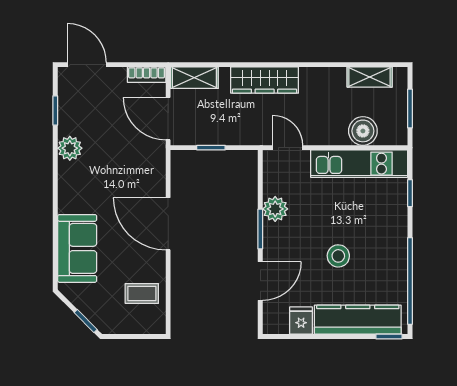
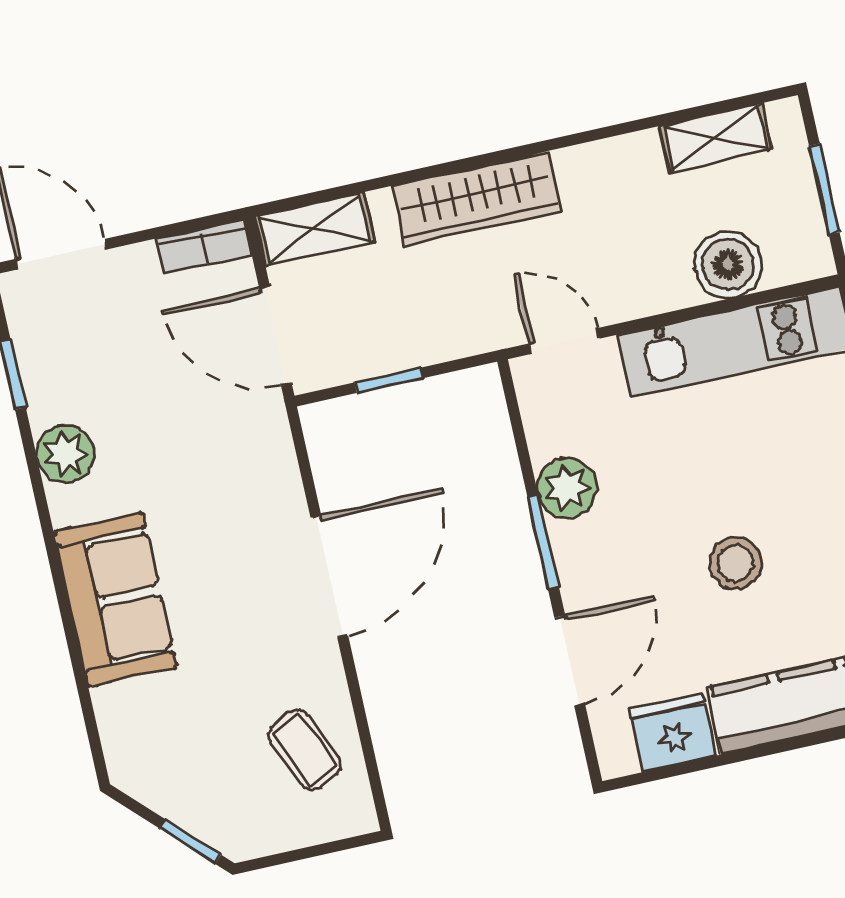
door: (168, 224) -> (329, 577), swing flipped
sofa: (77, 248) -> (116, 599), moved
coffee table: (142, 293) -> (305, 750), turned 66
fridge: (301, 321) -> (673, 733), width x1.38

